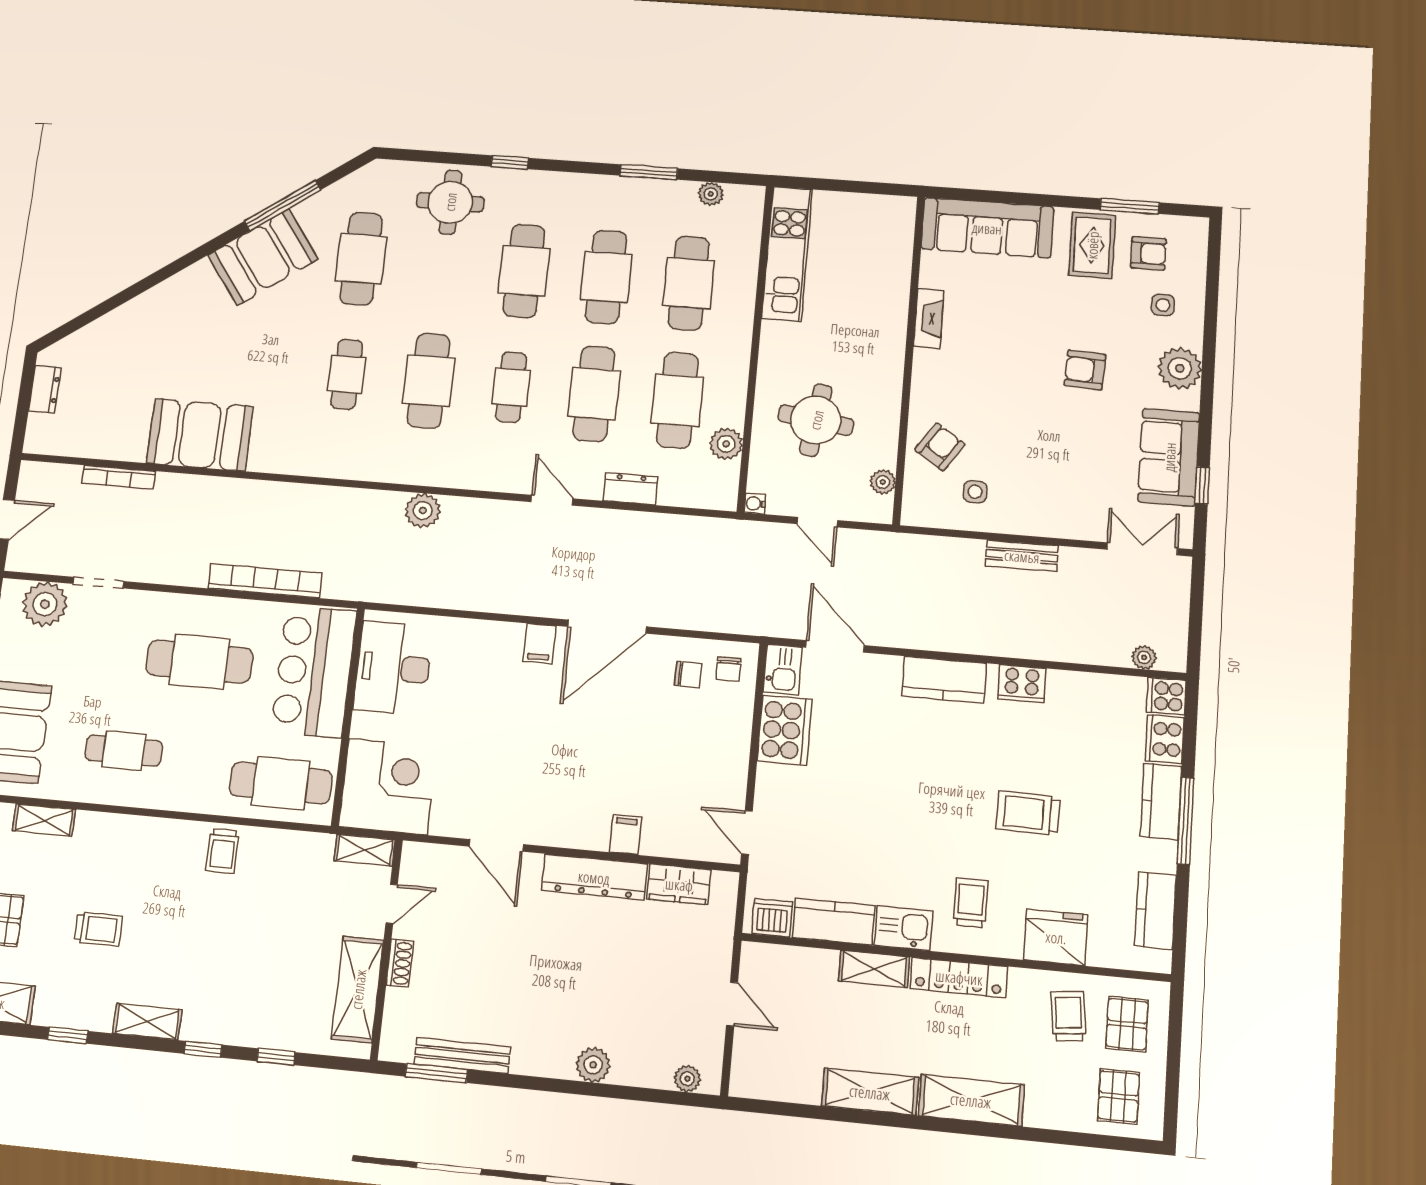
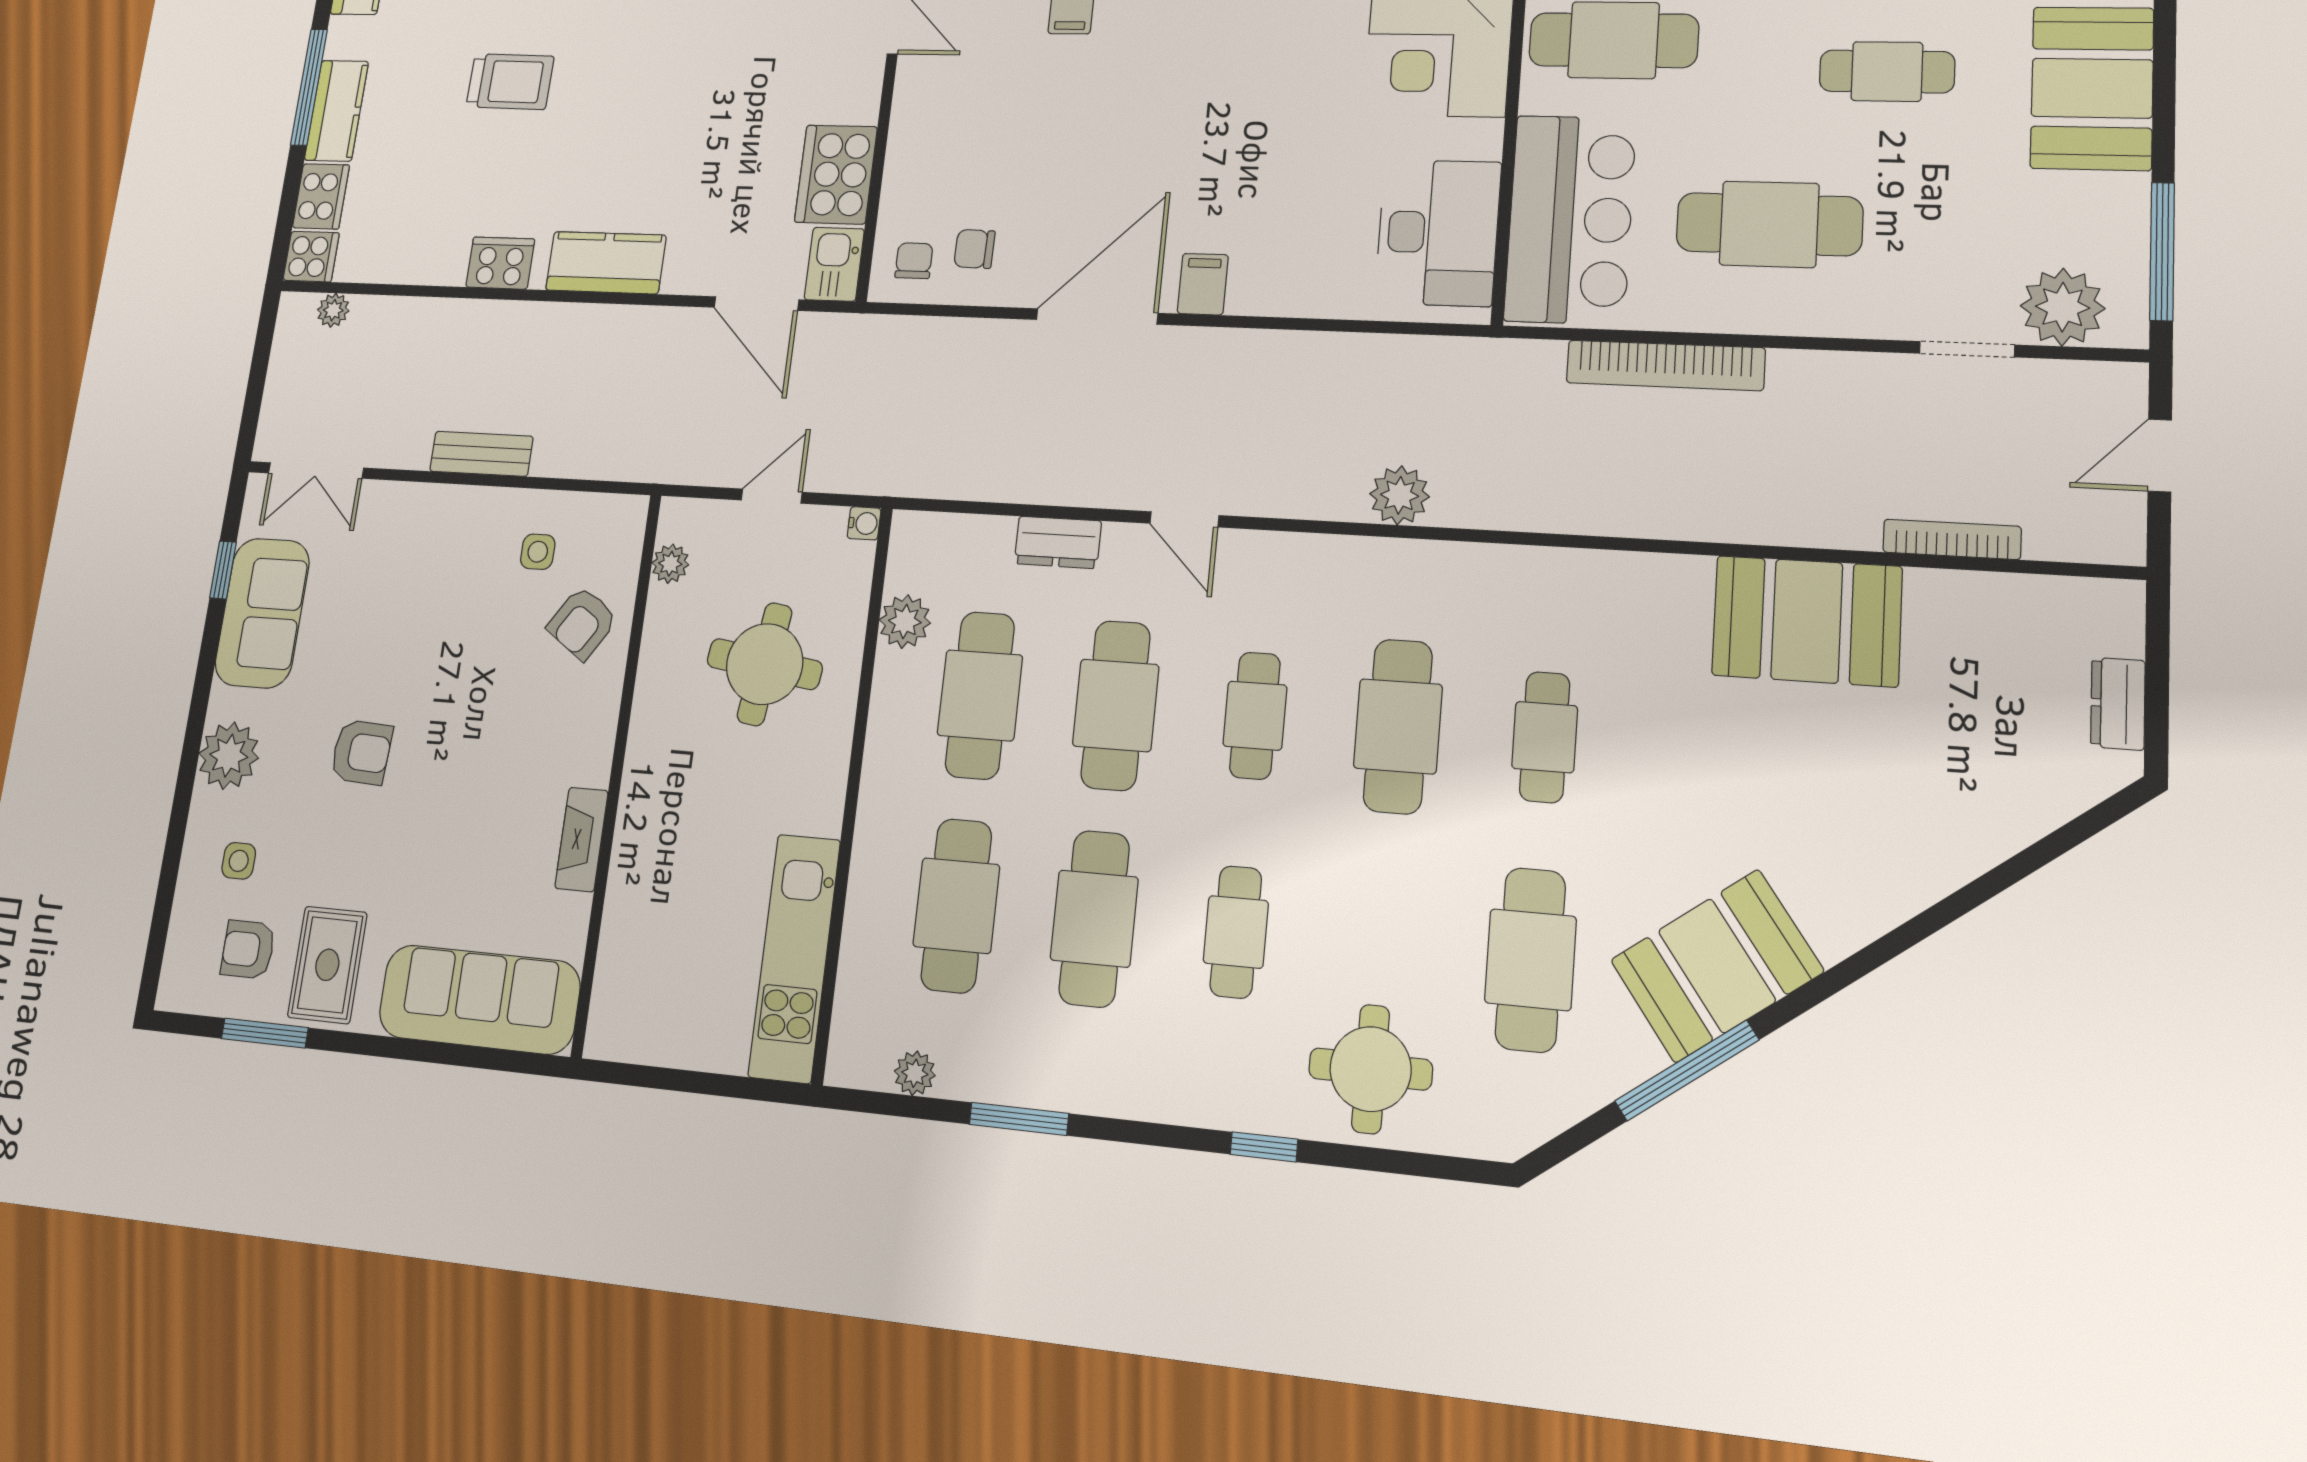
cafe table: (524, 271) -> (1236, 932), width x0.73, depth x0.74
door: (817, 522) -> (772, 496), hinge flipped

